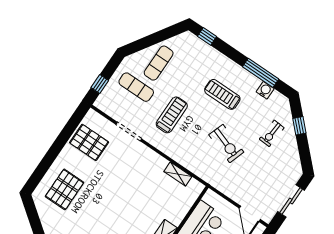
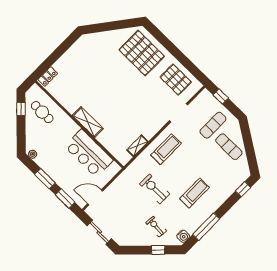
water cooler: (265, 90) -> (183, 236), moved
treadmill: (172, 115) -> (166, 149), moved, turned -90
pallet: (89, 142) -> (176, 80), turned 90
exercise bike: (226, 144) -> (155, 189), turned 71
pallet: (65, 189) -> (142, 53), width x1.37, depth x1.41

